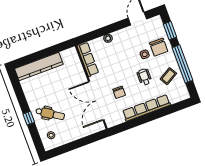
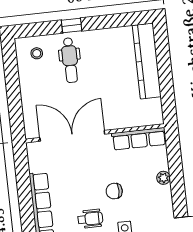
chair: (119, 92) -> (114, 191), moved
dental chair: (50, 114) -> (70, 60), turned -33

